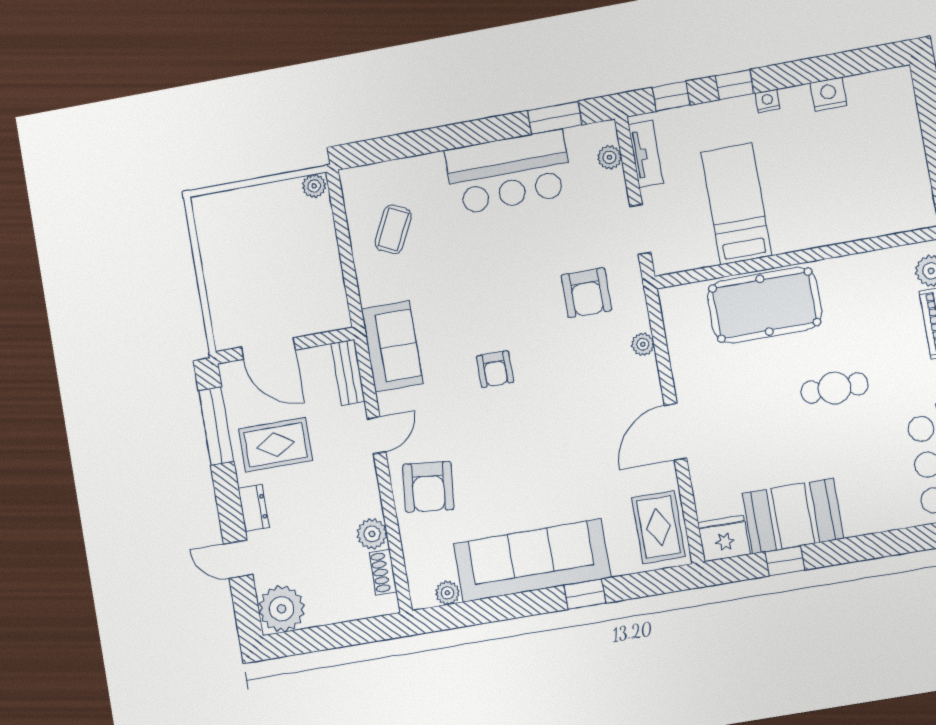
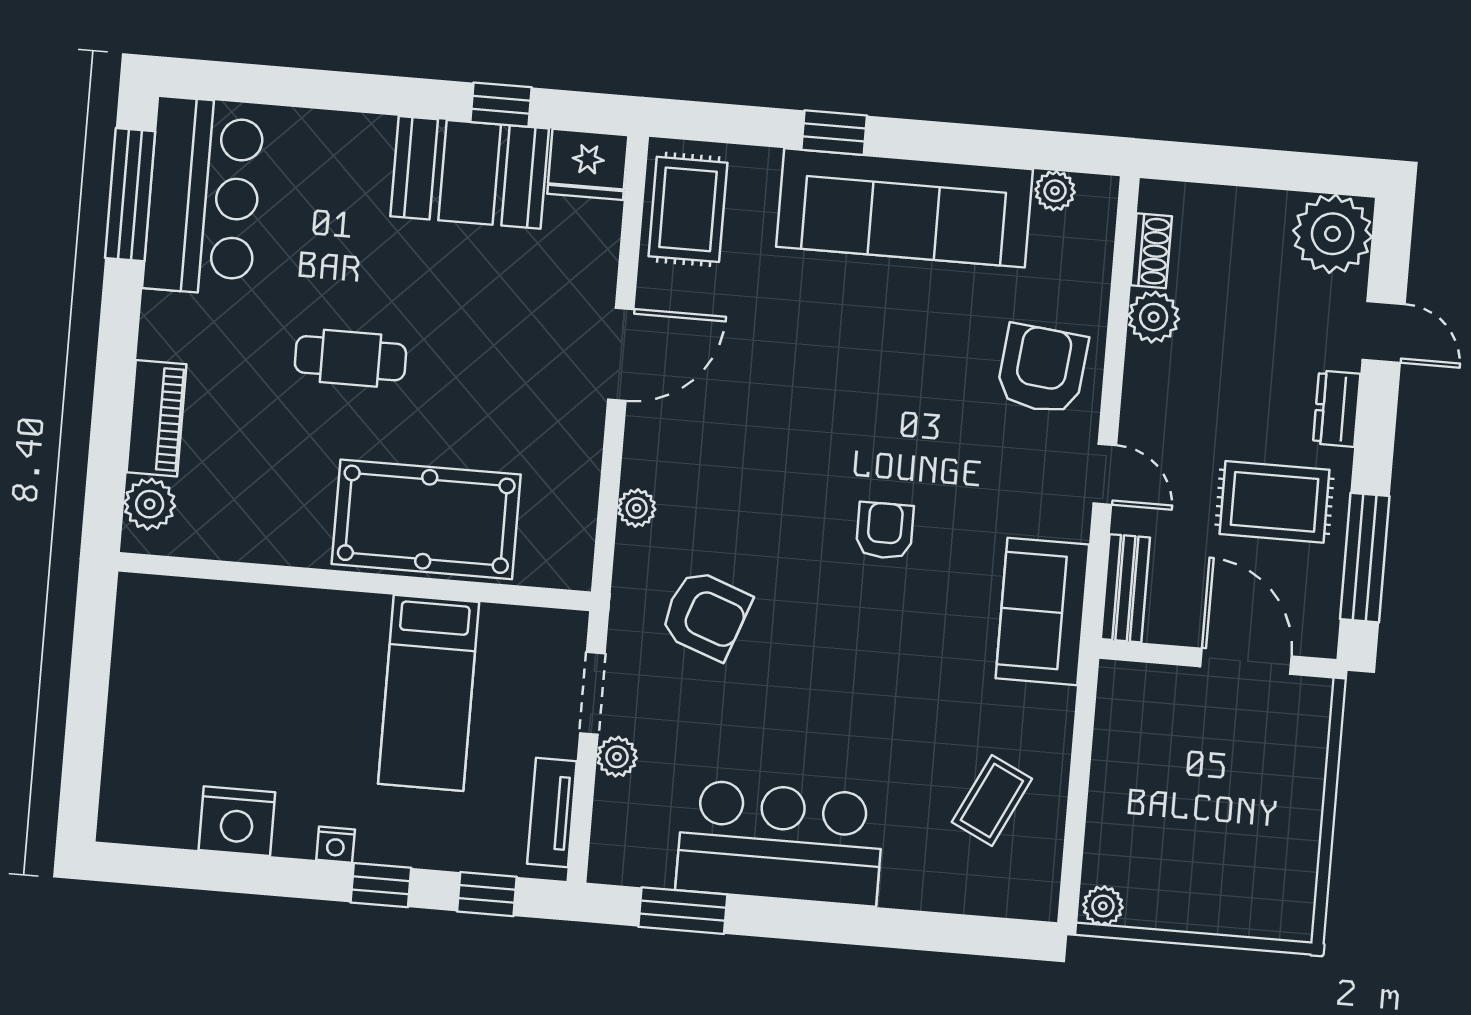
nightstand: (829, 94) -> (237, 821), width x1.36, depth x1.33
plant: (609, 157) -> (617, 757), moved
armchair: (586, 293) -> (705, 615), turned 110
door: (377, 435) -> (1105, 474), swing flipped

